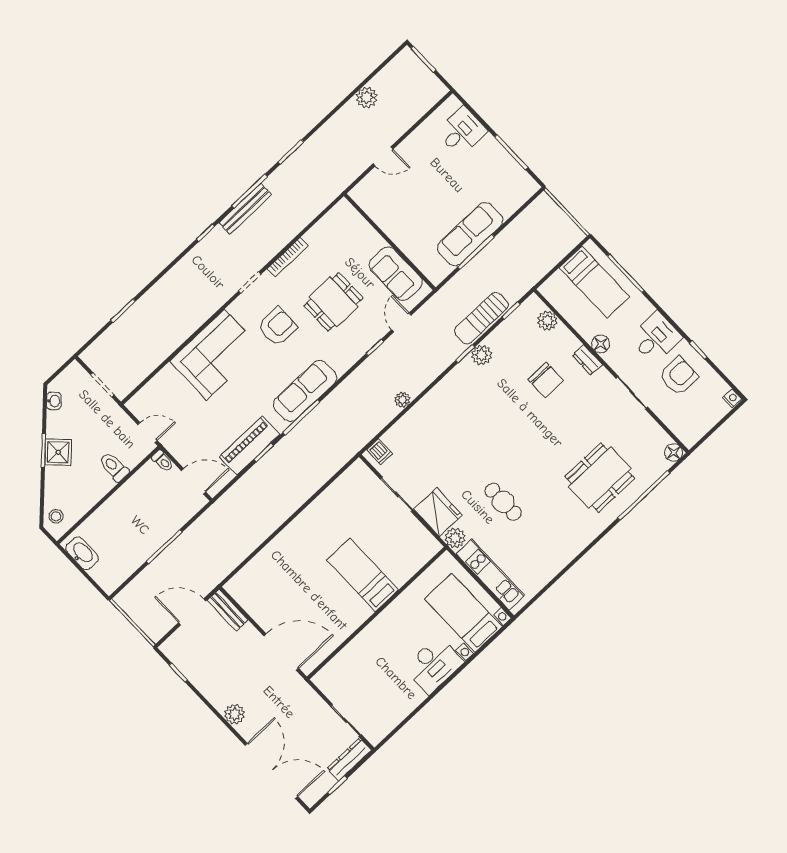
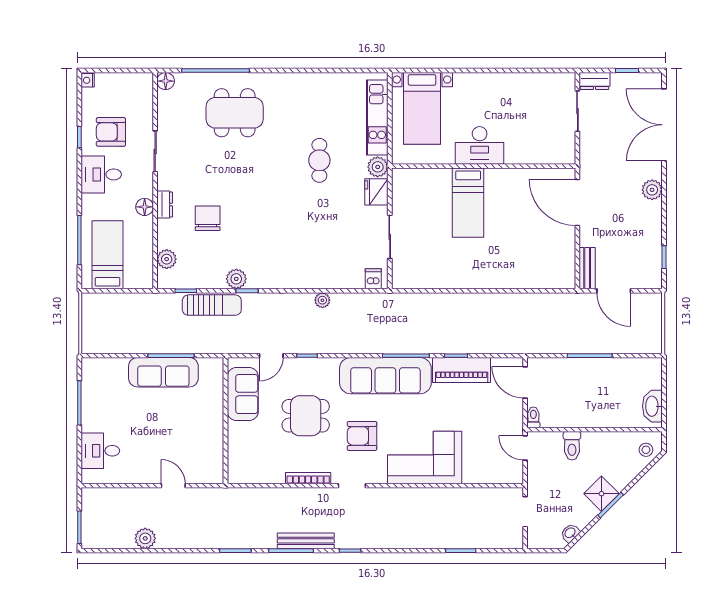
sofa: (305, 391) -> (385, 376), width x1.36, depth x1.27
fridge: (438, 512) -> (376, 192), width x0.73, depth x0.75
desk: (434, 665) -> (480, 145), moved, turned 180
dresser: (349, 759) -> (595, 81), width x0.70

